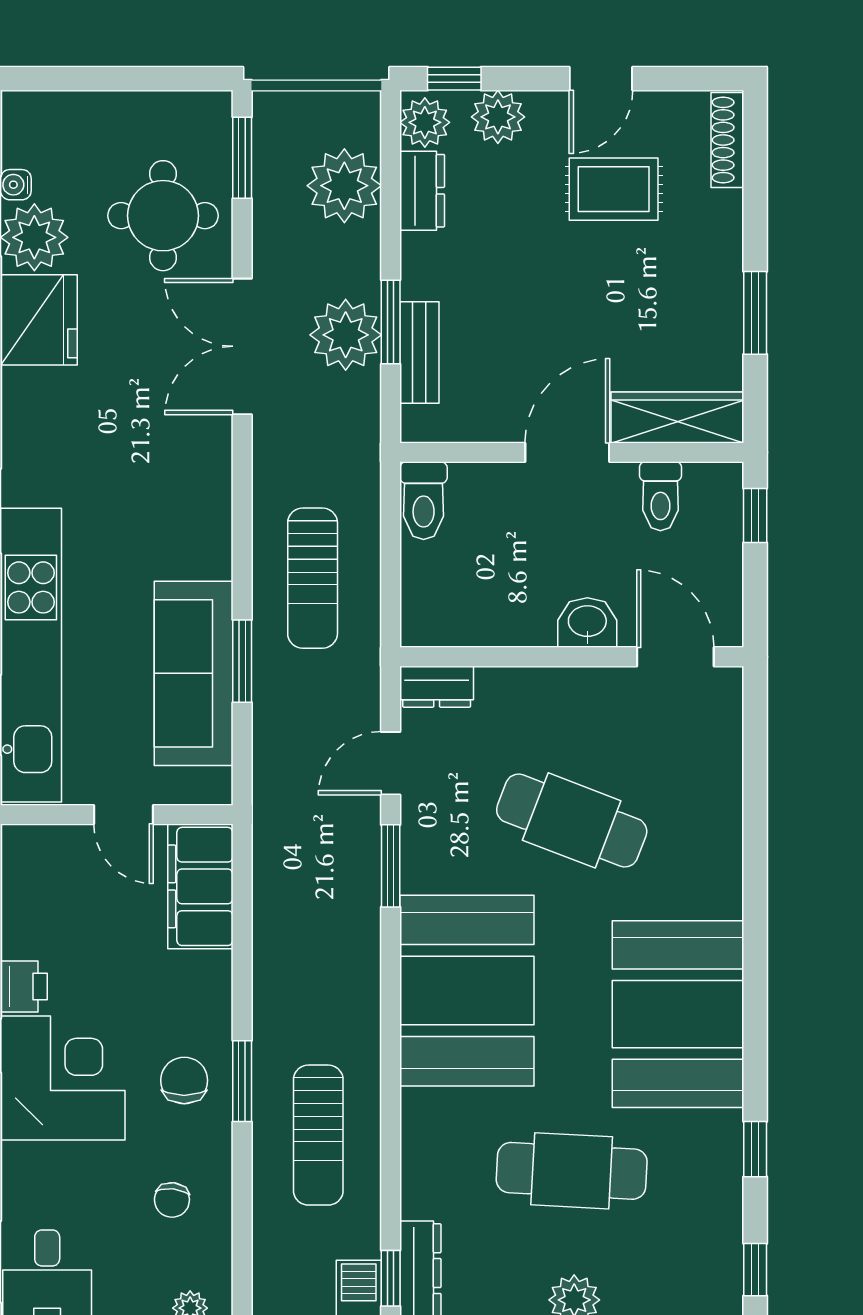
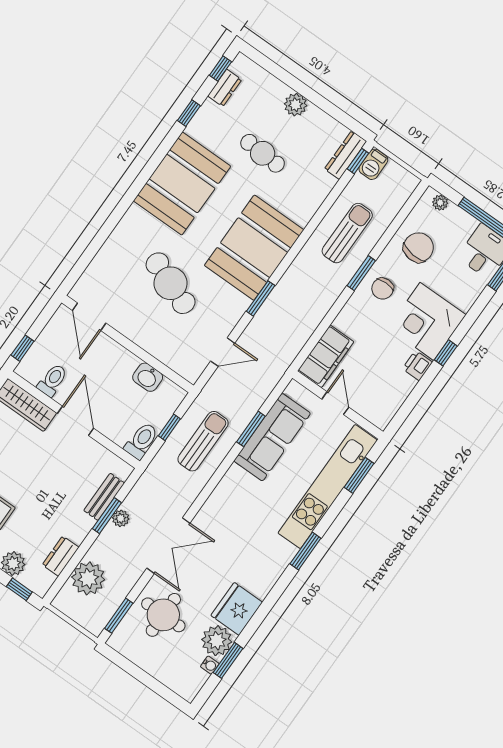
plant: (425, 122) -> (42, 581), removed
plant: (346, 335) -> (121, 518), width x0.53, depth x0.53
door: (567, 452) -> (76, 421), swing flipped
window: (391, 560) -> (169, 427), added
washbasin: (587, 623) -> (148, 377), moved
dresser: (437, 687) -> (225, 88), moved, turned 90
window: (391, 866) -> (261, 298), moved
cafe table: (572, 1171) -> (263, 153), width x0.73, depth x0.74
chair: (172, 1200) -> (418, 247), width x1.87, depth x1.87

